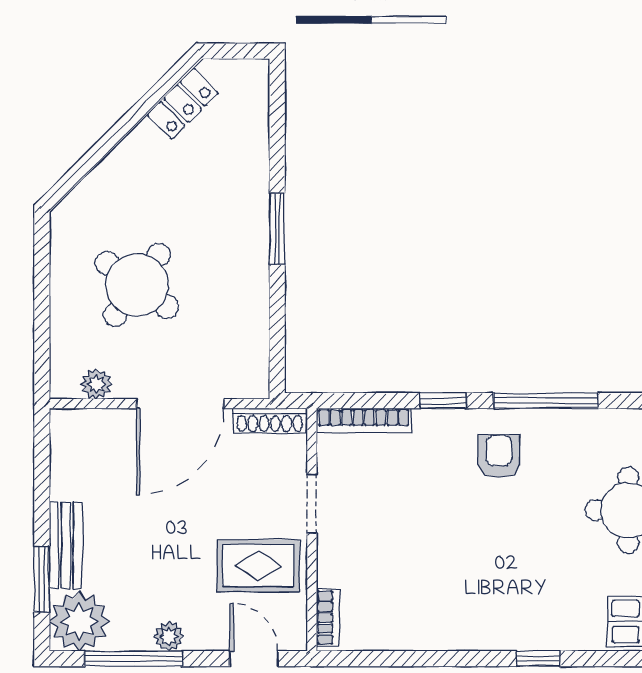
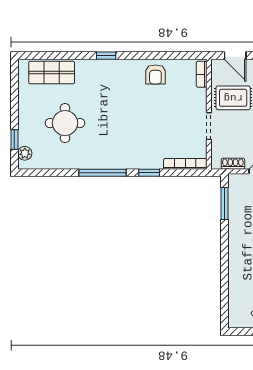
window: (277, 229) -> (225, 203), moved
shoe rack: (270, 421) -> (233, 164), width x0.70
armchair: (499, 456) -> (155, 74), moved

